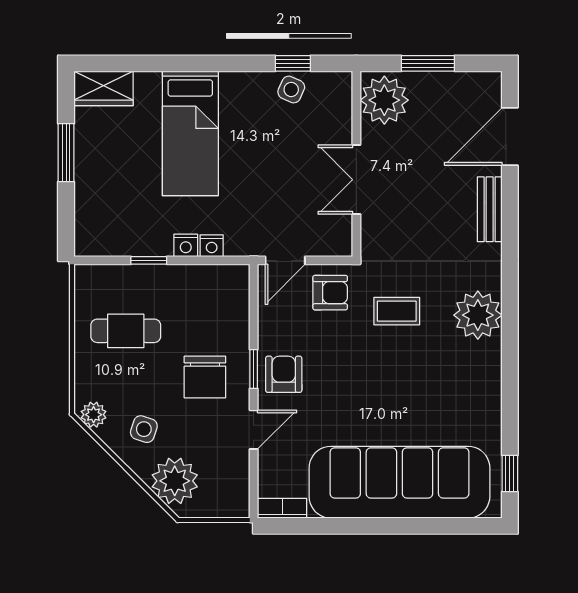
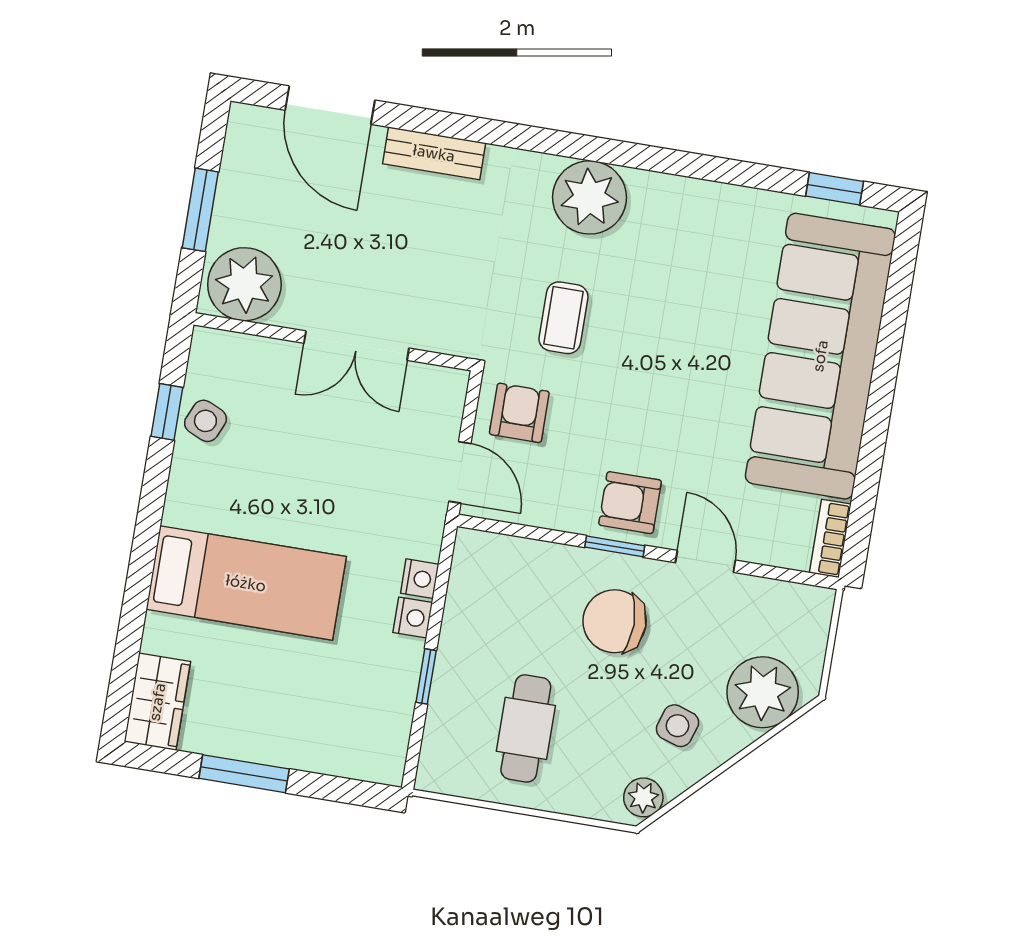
chair: (205, 377) -> (615, 621), turned 180

